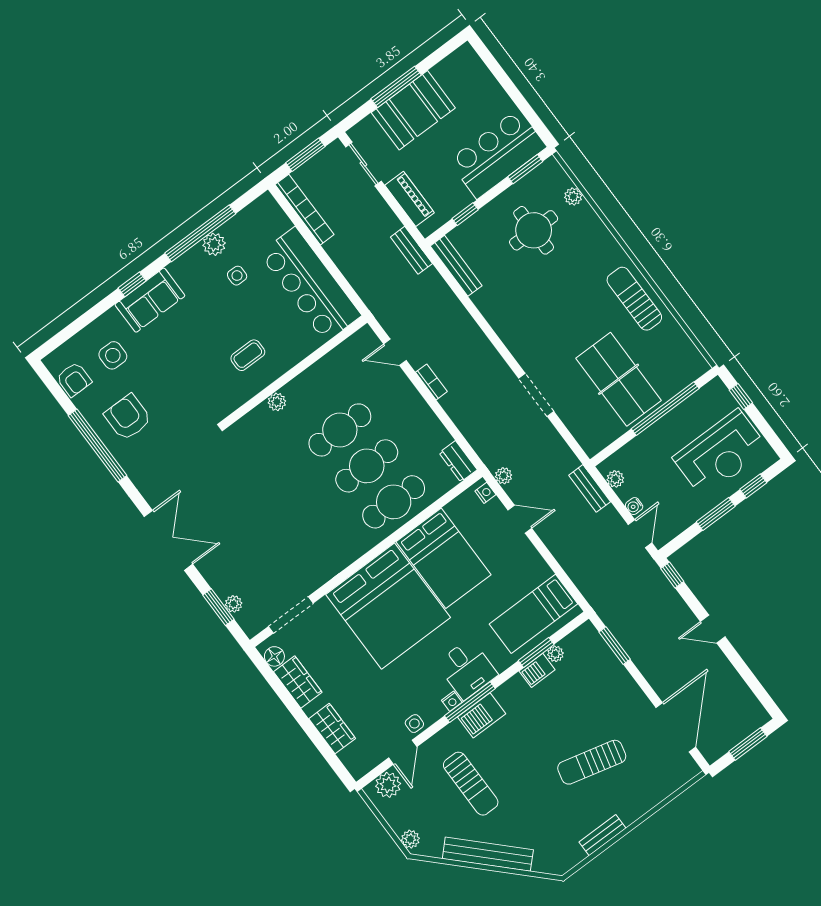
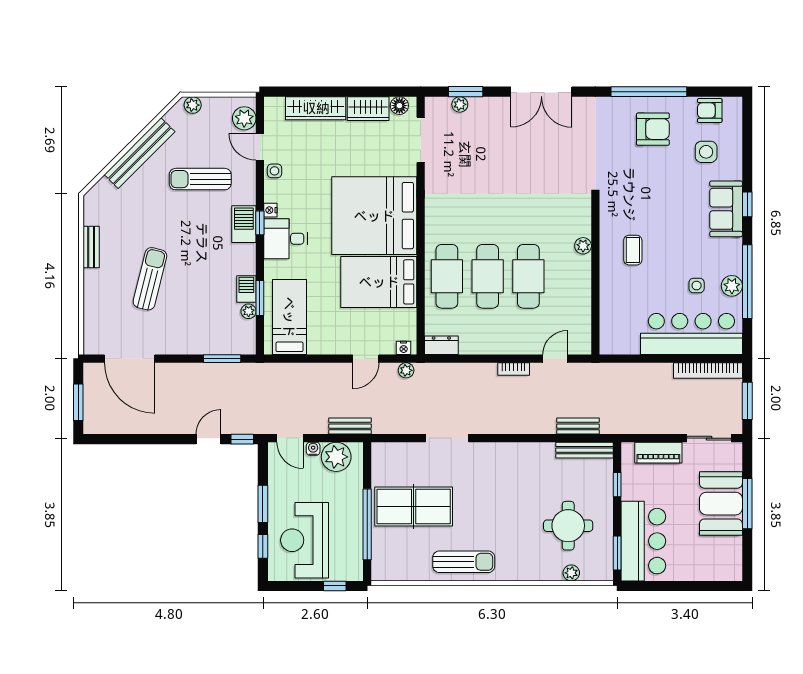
bench: (411, 250) -> (578, 426), moved
bar counter: (310, 284) -> (691, 334), moved
plant: (615, 479) -> (336, 457), width x1.87, depth x1.87
door: (713, 629) -> (208, 439), moved
window: (470, 702) -> (260, 223), width x0.46
wardrobe: (332, 729) -> (316, 108), width x1.50

